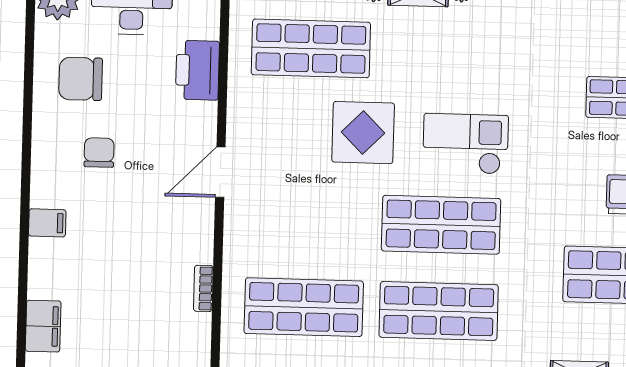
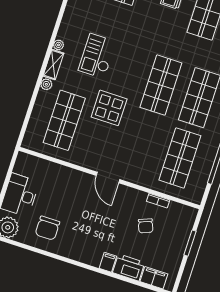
printer: (198, 70) -> (129, 268), moved, turned 180
checkout: (466, 144) -> (97, 56), moved
chair: (99, 153) -> (146, 226), moved, turned -111

